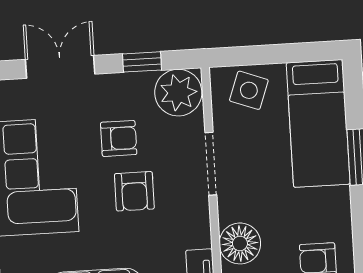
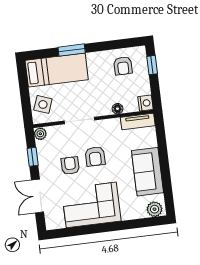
plant: (178, 93) -> (40, 134), width x0.53, depth x0.53
armchair: (134, 191) -> (95, 156), turned 90
floor lamp: (240, 243) -> (118, 109), width x0.53, depth x0.53

